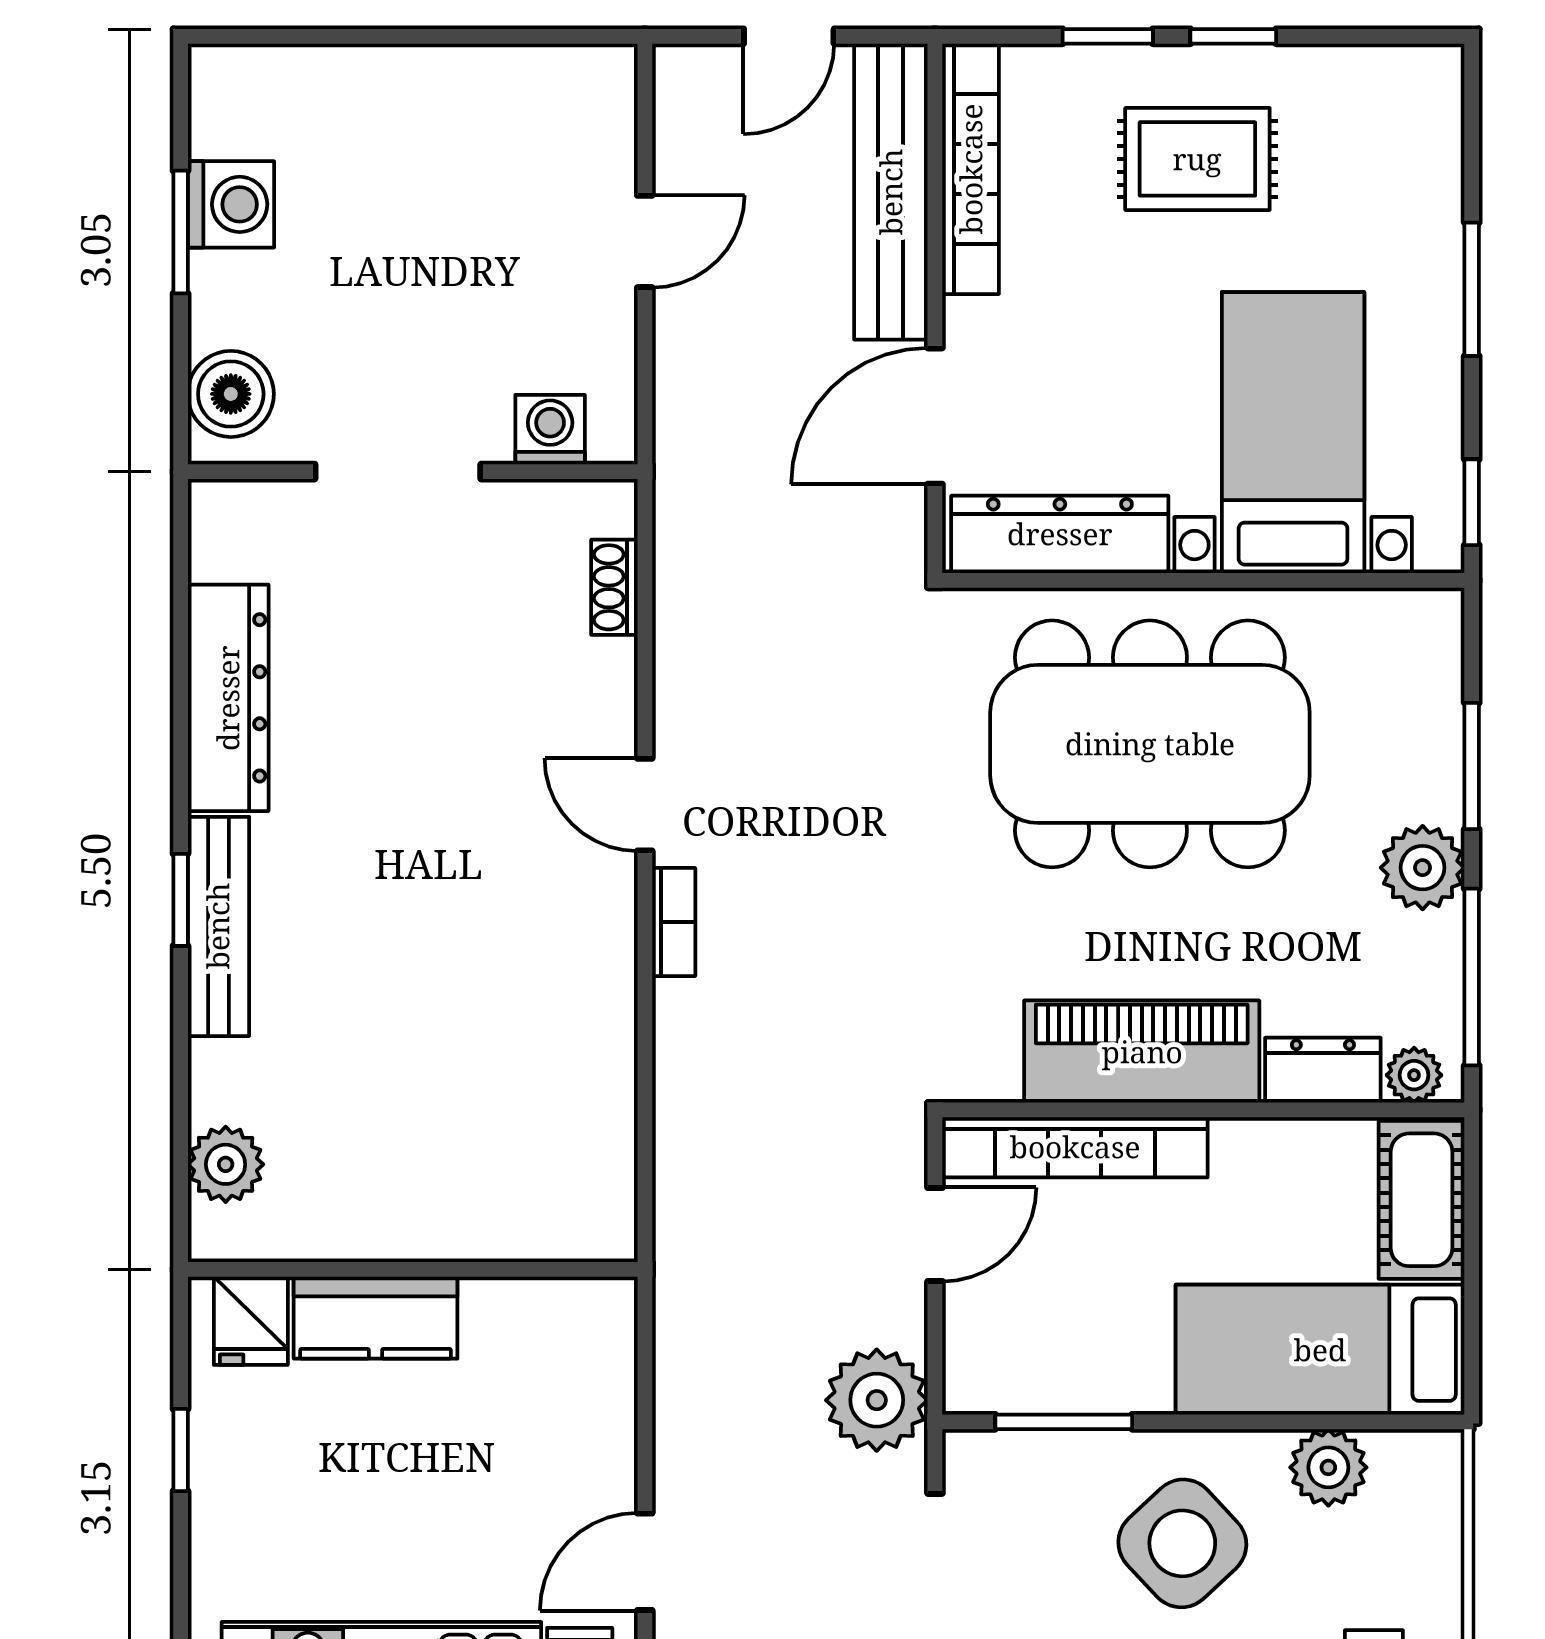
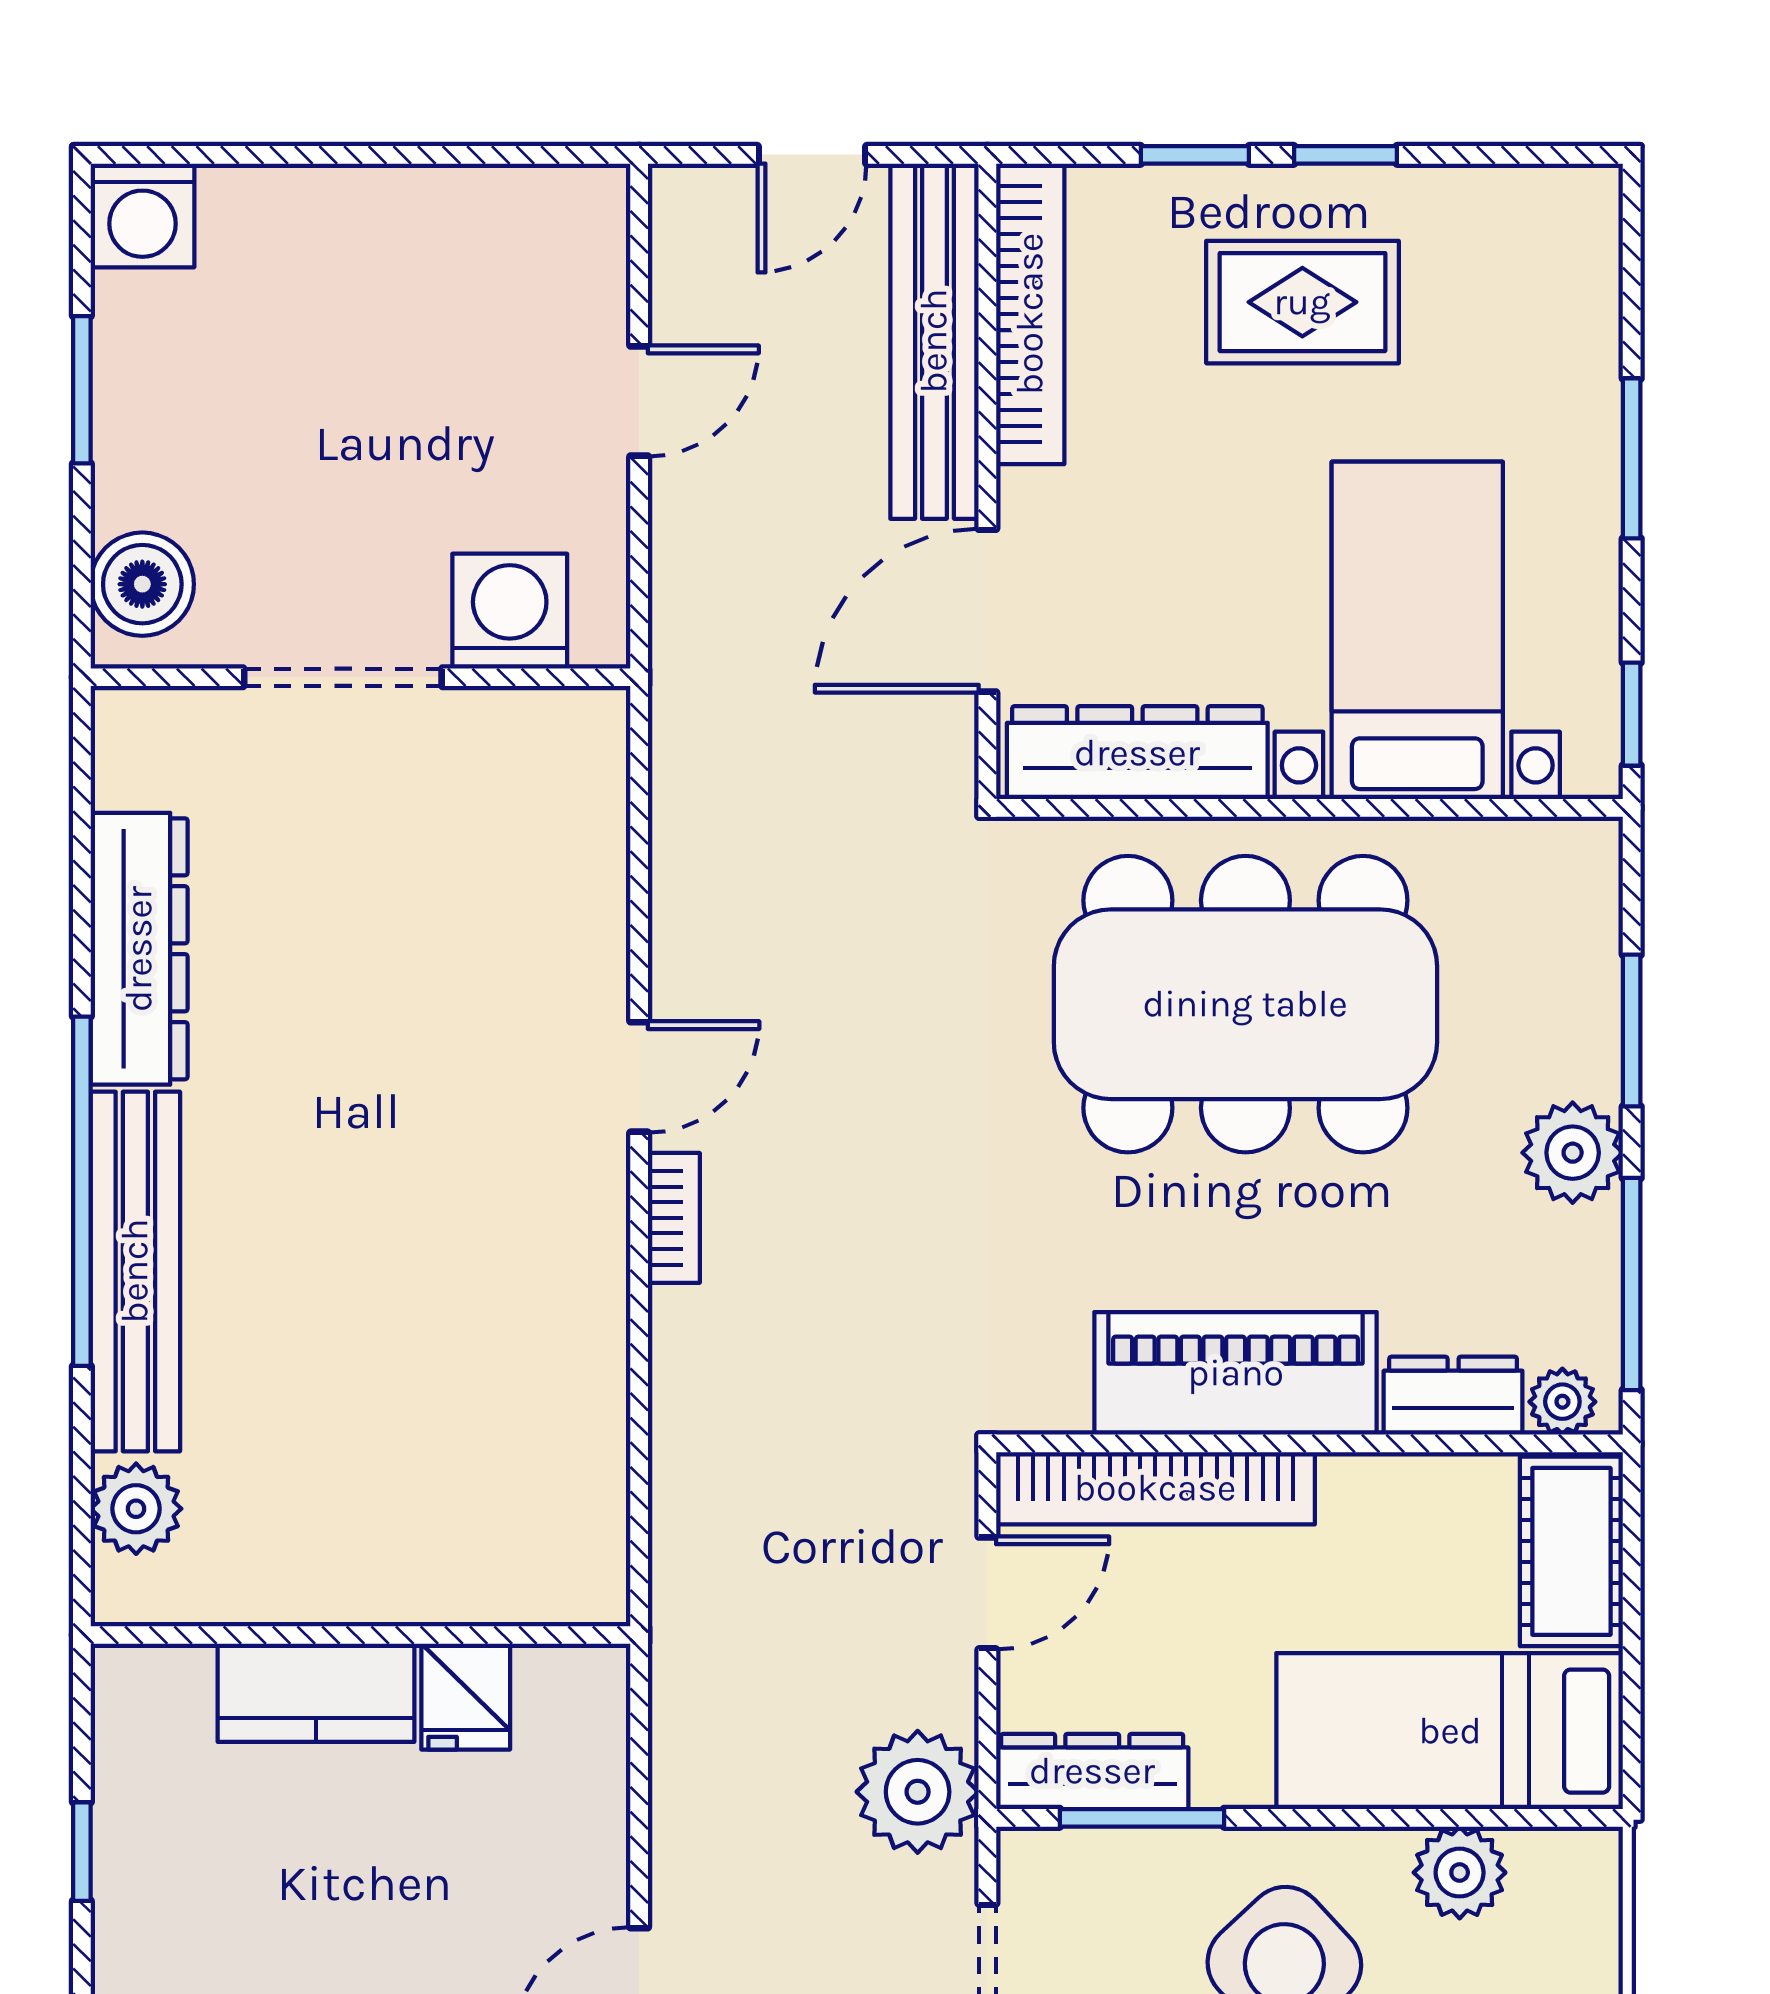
washing machine: (231, 204) -> (142, 215), moved, turned 90
washing machine: (550, 430) -> (510, 611), width x1.38, depth x1.38
shoe rack: (614, 587) -> (603, 816), removed
door: (645, 805) -> (639, 1077), swing flipped
window: (181, 900) -> (82, 1191), width x3.17
bench: (218, 926) -> (135, 1271), width x1.37, depth x1.21
fridge: (251, 1321) -> (466, 1697), moved
dresser: (1022, 1383) -> (1092, 1771), added

